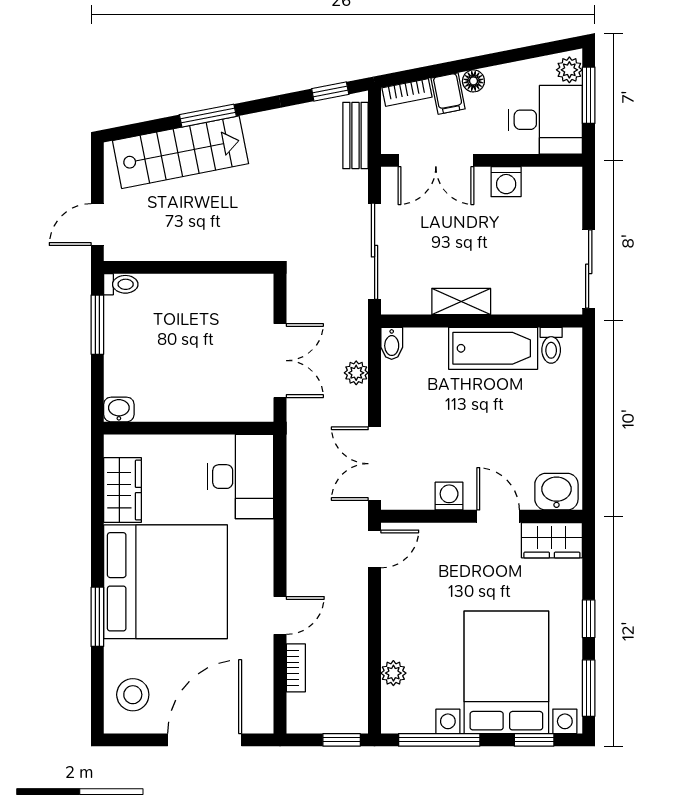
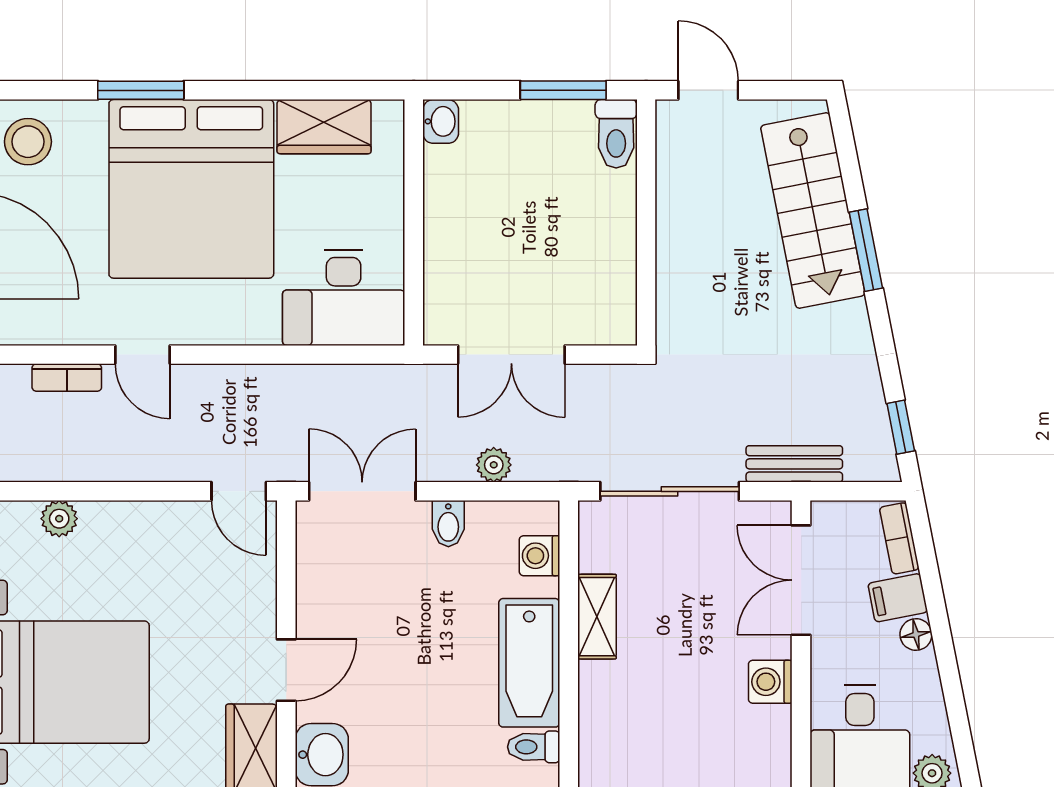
bench: (356, 136) -> (794, 464), moved
toilet: (121, 284) -> (616, 134), width x1.37, depth x1.39
bidet: (392, 343) -> (448, 524), moved, turned -90
washing machine: (449, 496) -> (539, 556), moved, turned 180

